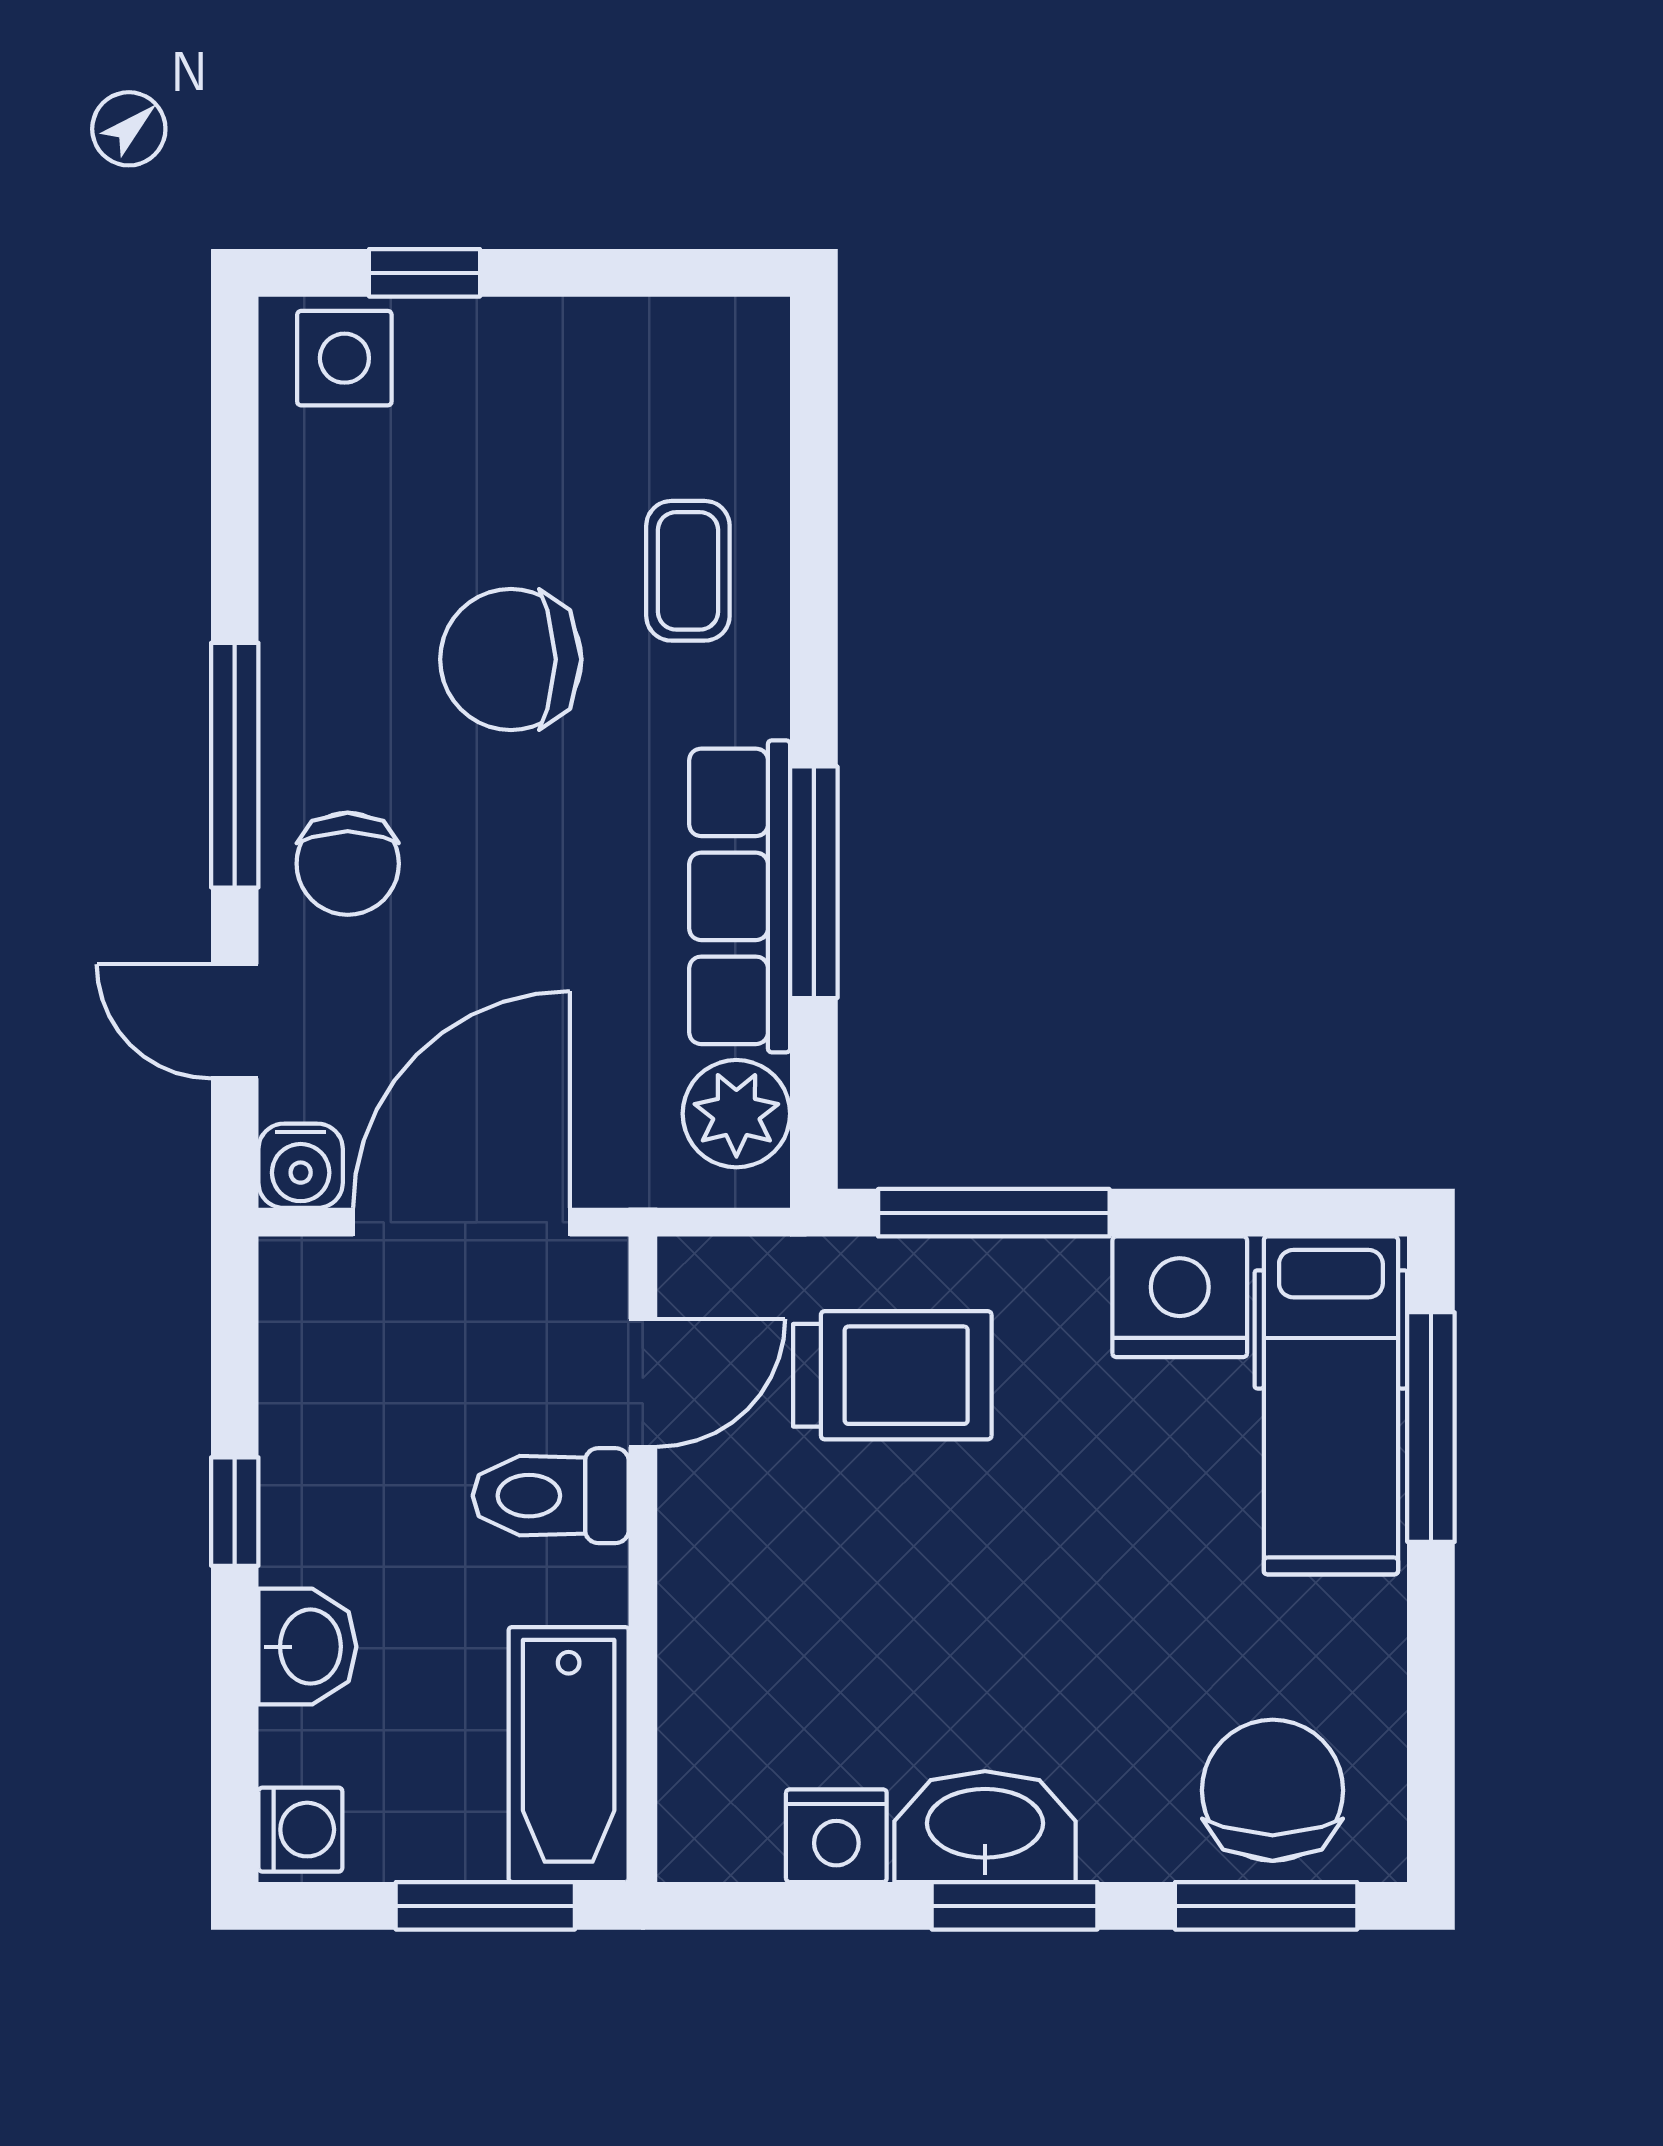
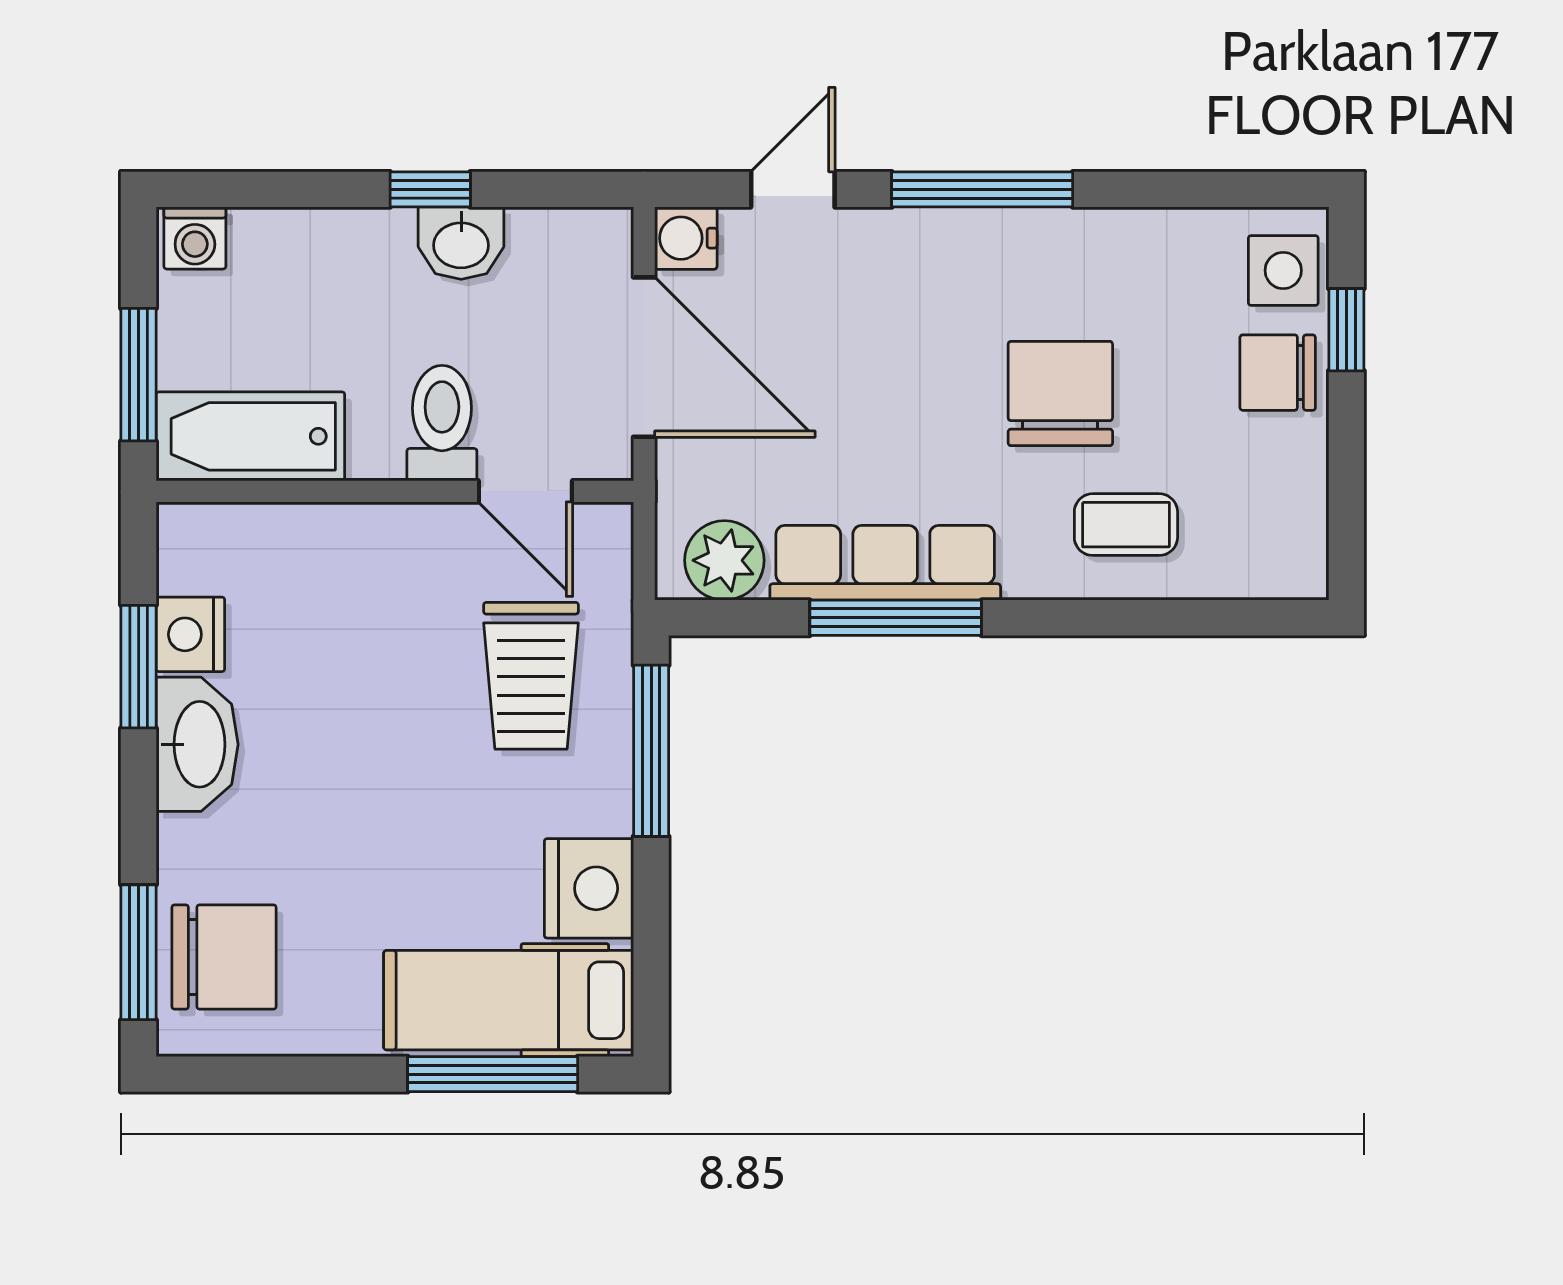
chair: (348, 864) -> (1278, 373), moved
washbasin: (307, 1647) -> (461, 243), moved
window: (1015, 1906) -> (139, 667), moved

